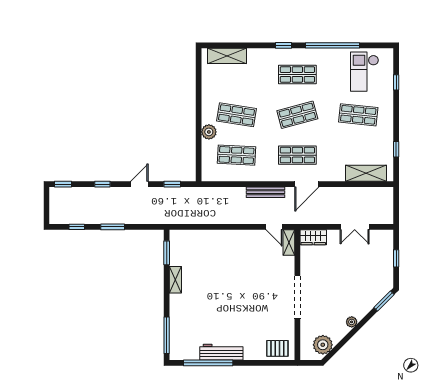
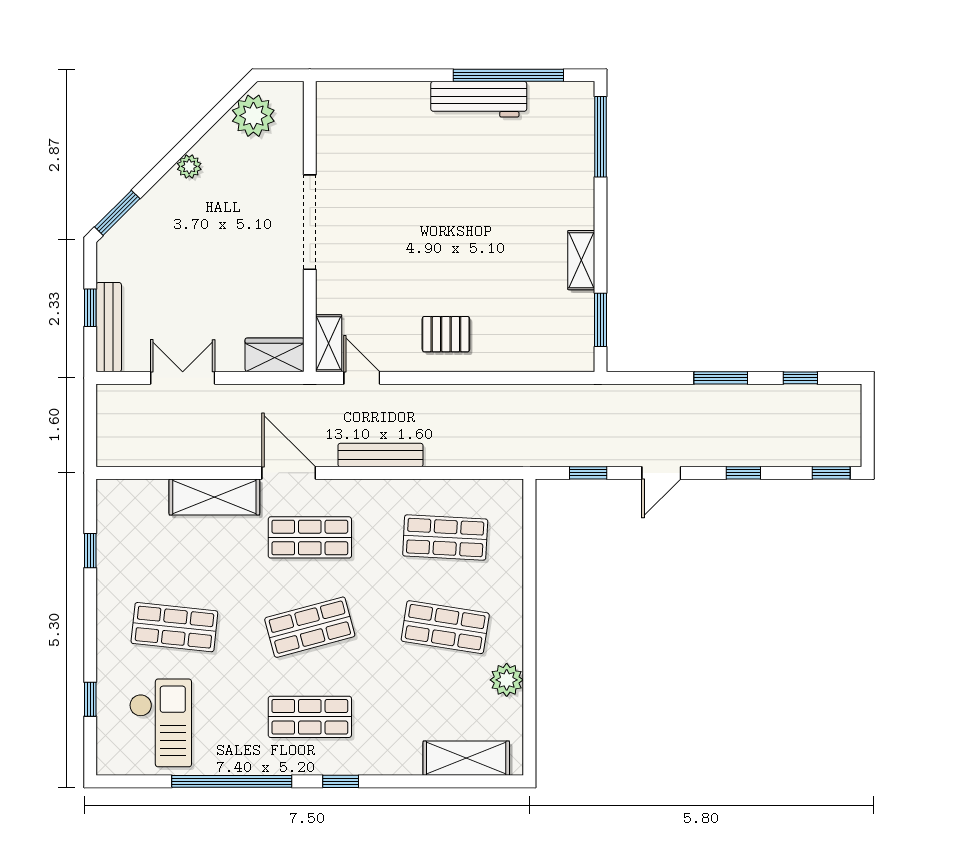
plant: (209, 132) -> (507, 680), moved
shelving: (366, 173) -> (214, 497), moved
door: (307, 184) -> (289, 473), hinge flipped
bench: (388, 250) -> (109, 327), added
pallet: (277, 348) -> (446, 334), moved

